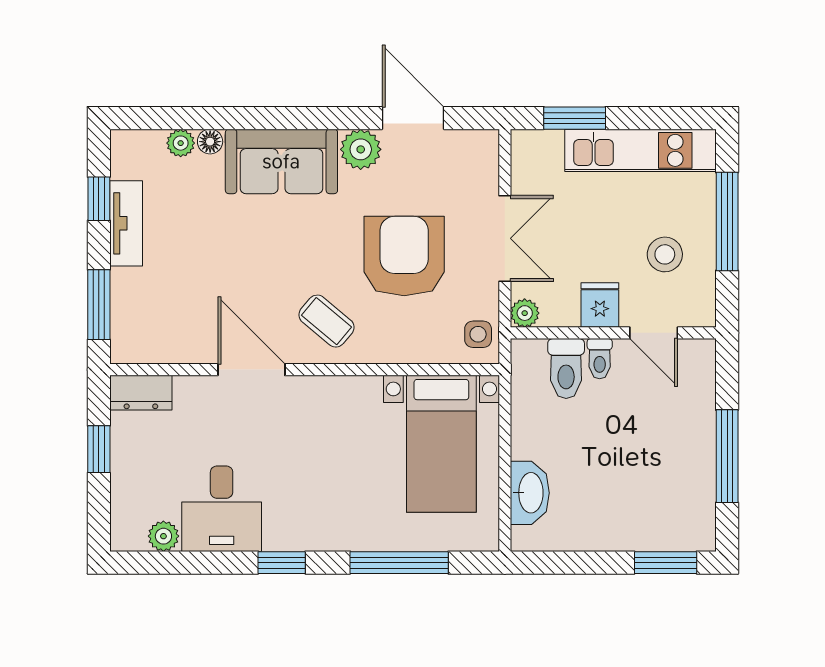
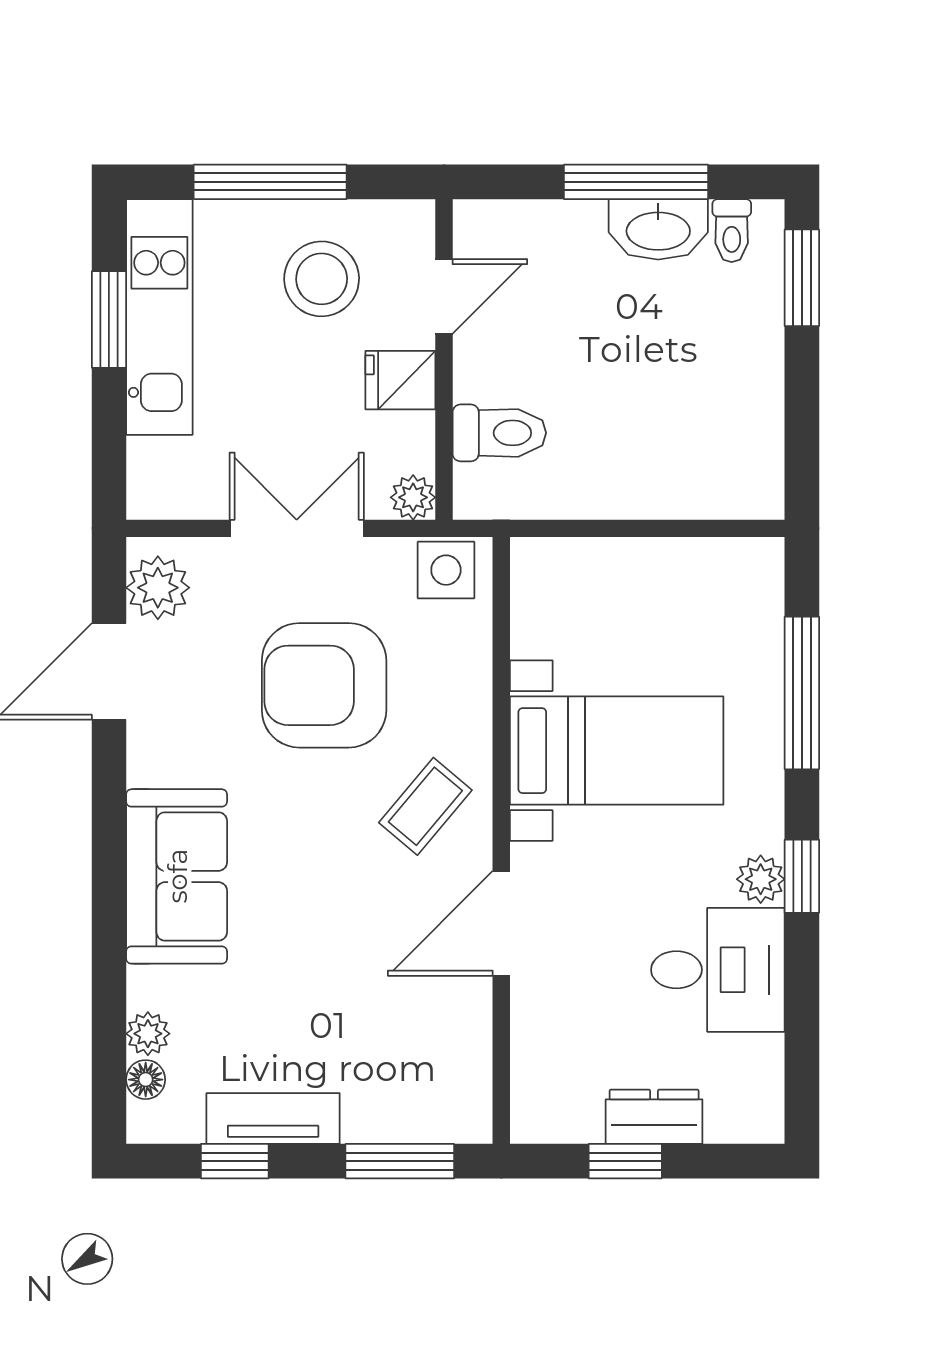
window: (575, 118) -> (109, 320), moved
floor lamp: (210, 142) -> (146, 1080), moved
plant: (361, 149) -> (158, 588), moved
stool: (665, 254) -> (322, 279), width x1.38, depth x1.38
side table: (478, 334) -> (446, 570), width x1.37, depth x1.37
toilet: (600, 359) -> (732, 231), moved, turned 90
dresser: (141, 393) -> (654, 1117), moved, turned -90
bed with nightstands: (441, 444) -> (617, 751), moved
washbasin: (530, 493) -> (658, 229), moved, turned 180
plant: (163, 536) -> (761, 879), moved

